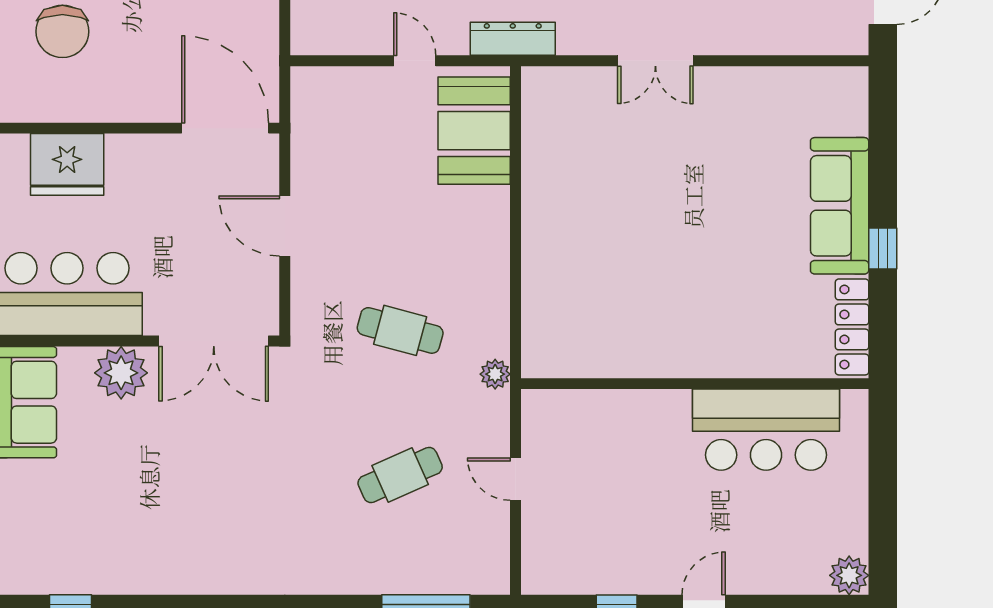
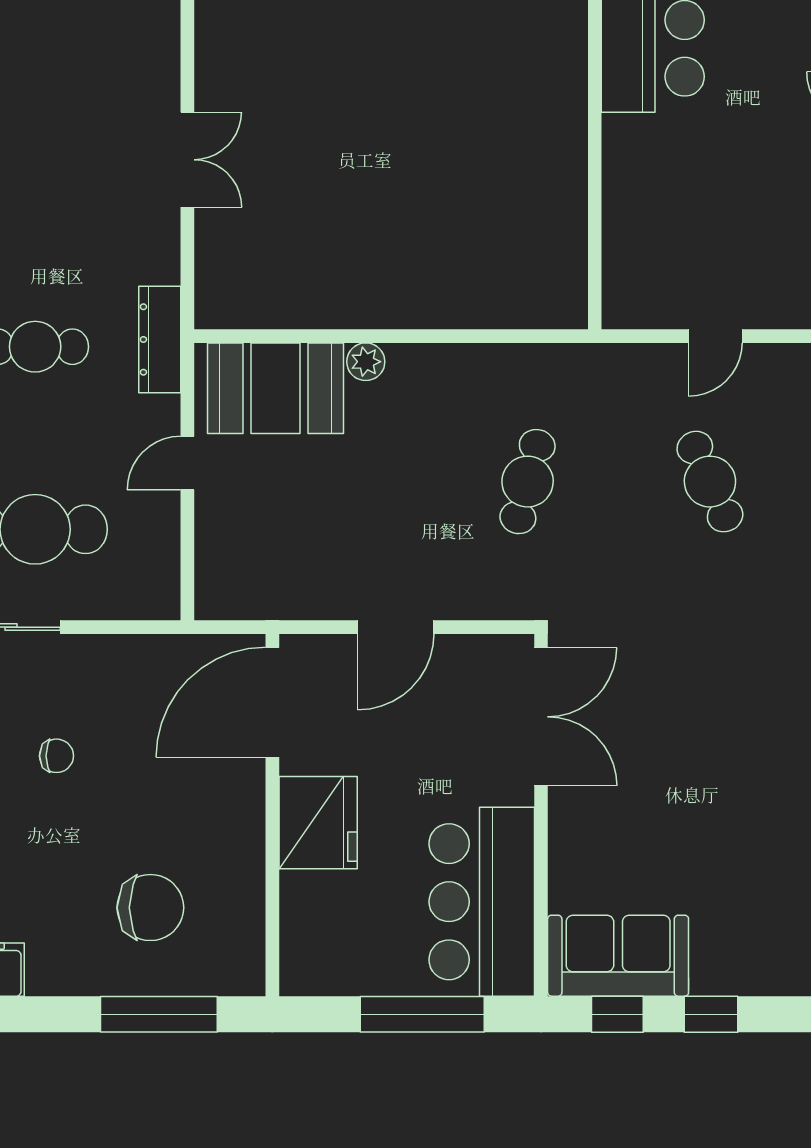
fridge: (67, 164) -> (318, 823), moved
plant: (121, 373) -> (581, 834), removed
plant: (495, 374) -> (366, 362), moved

